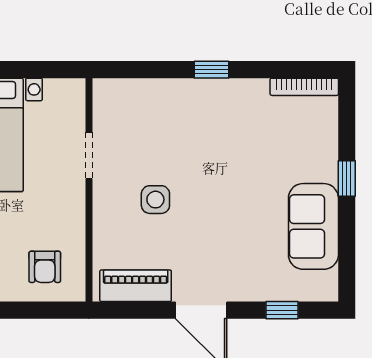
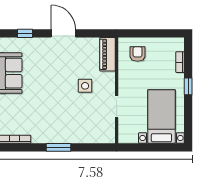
window: (212, 70) -> (58, 147), width x1.50
piano: (136, 286) -> (107, 54), moved, turned 90

